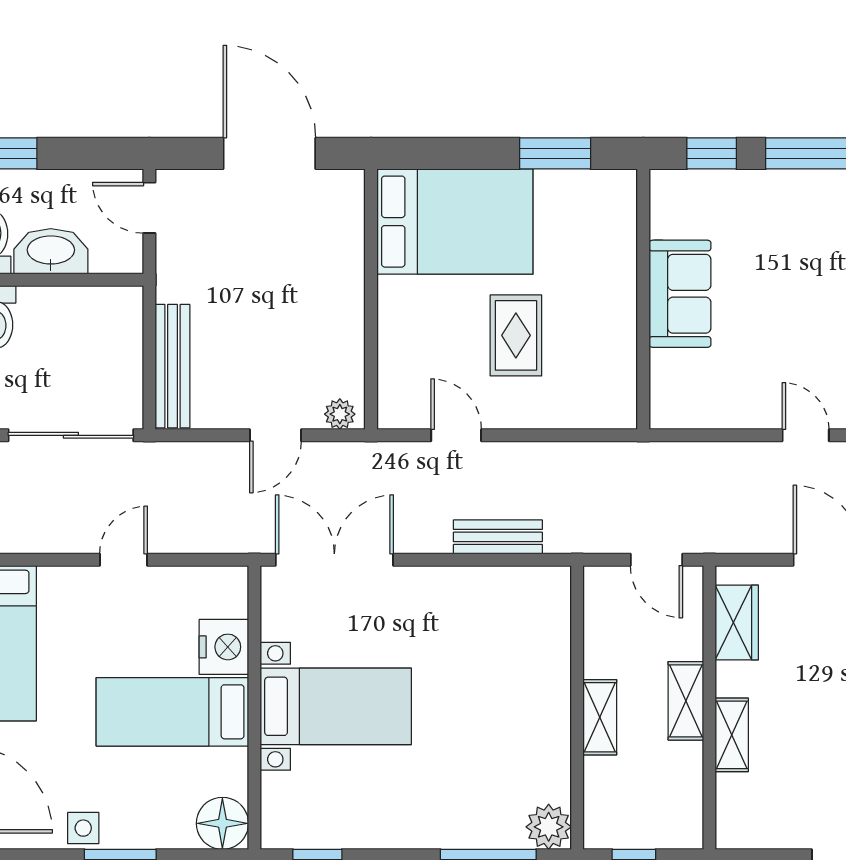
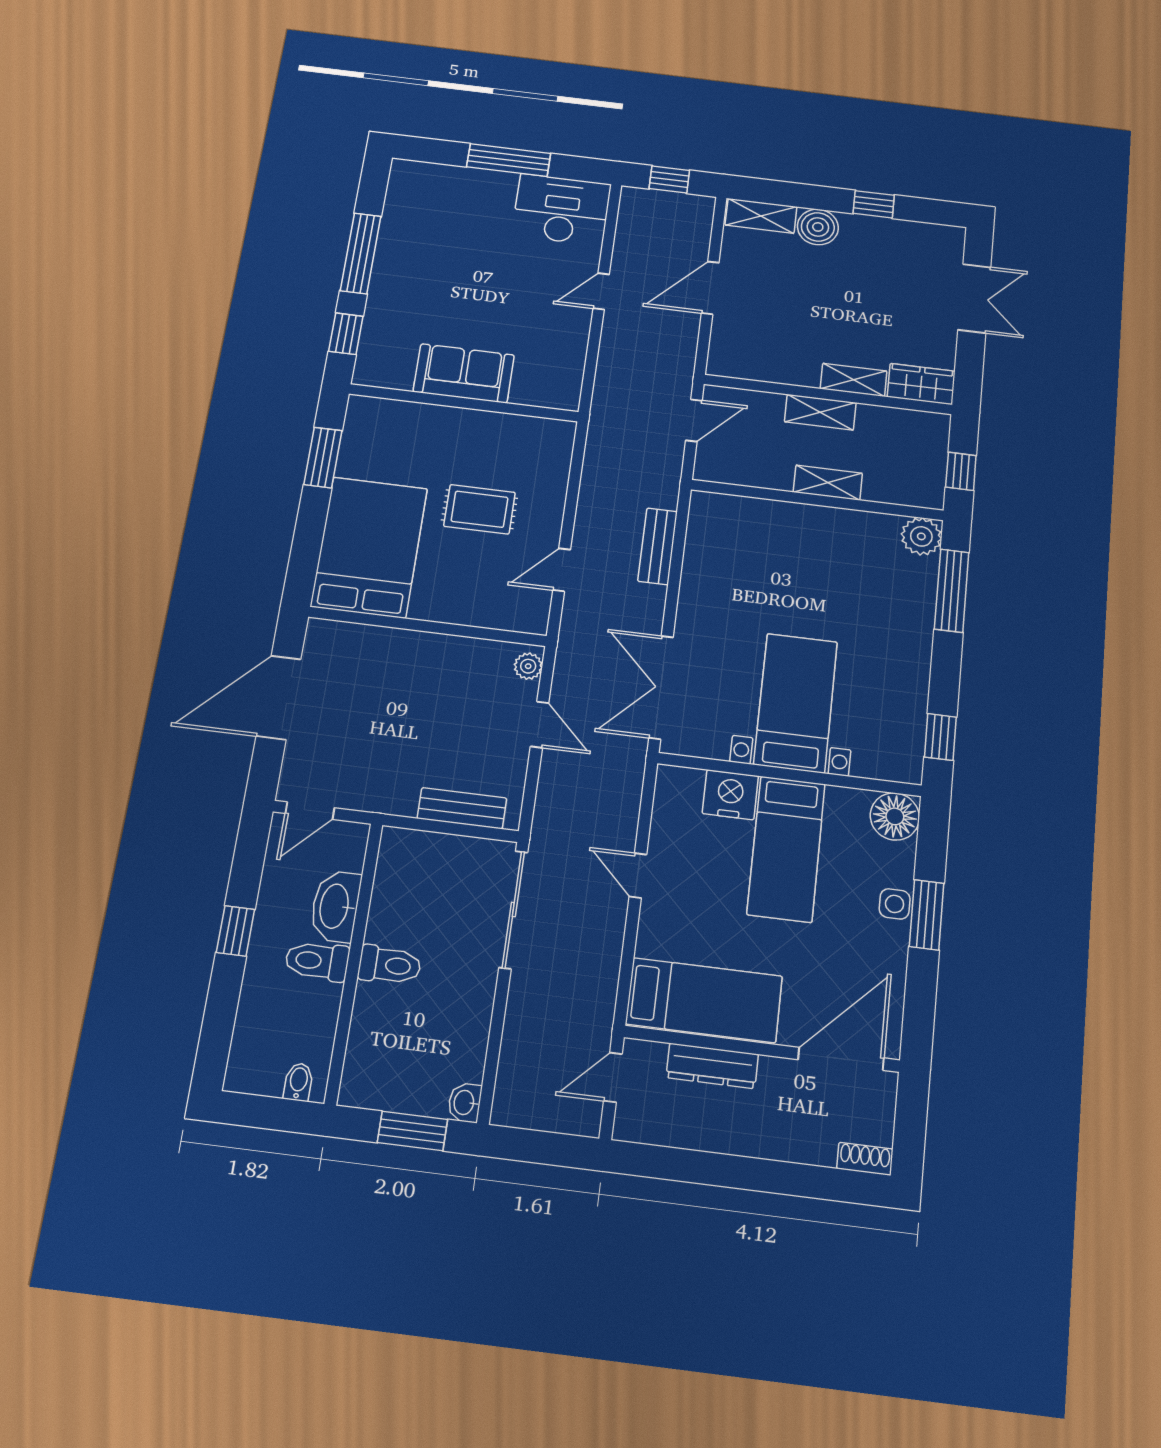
bench: (172, 366) -> (462, 808), width x0.73
wardrobe: (737, 622) -> (921, 384), moved
side table: (83, 828) -> (895, 904), moved

